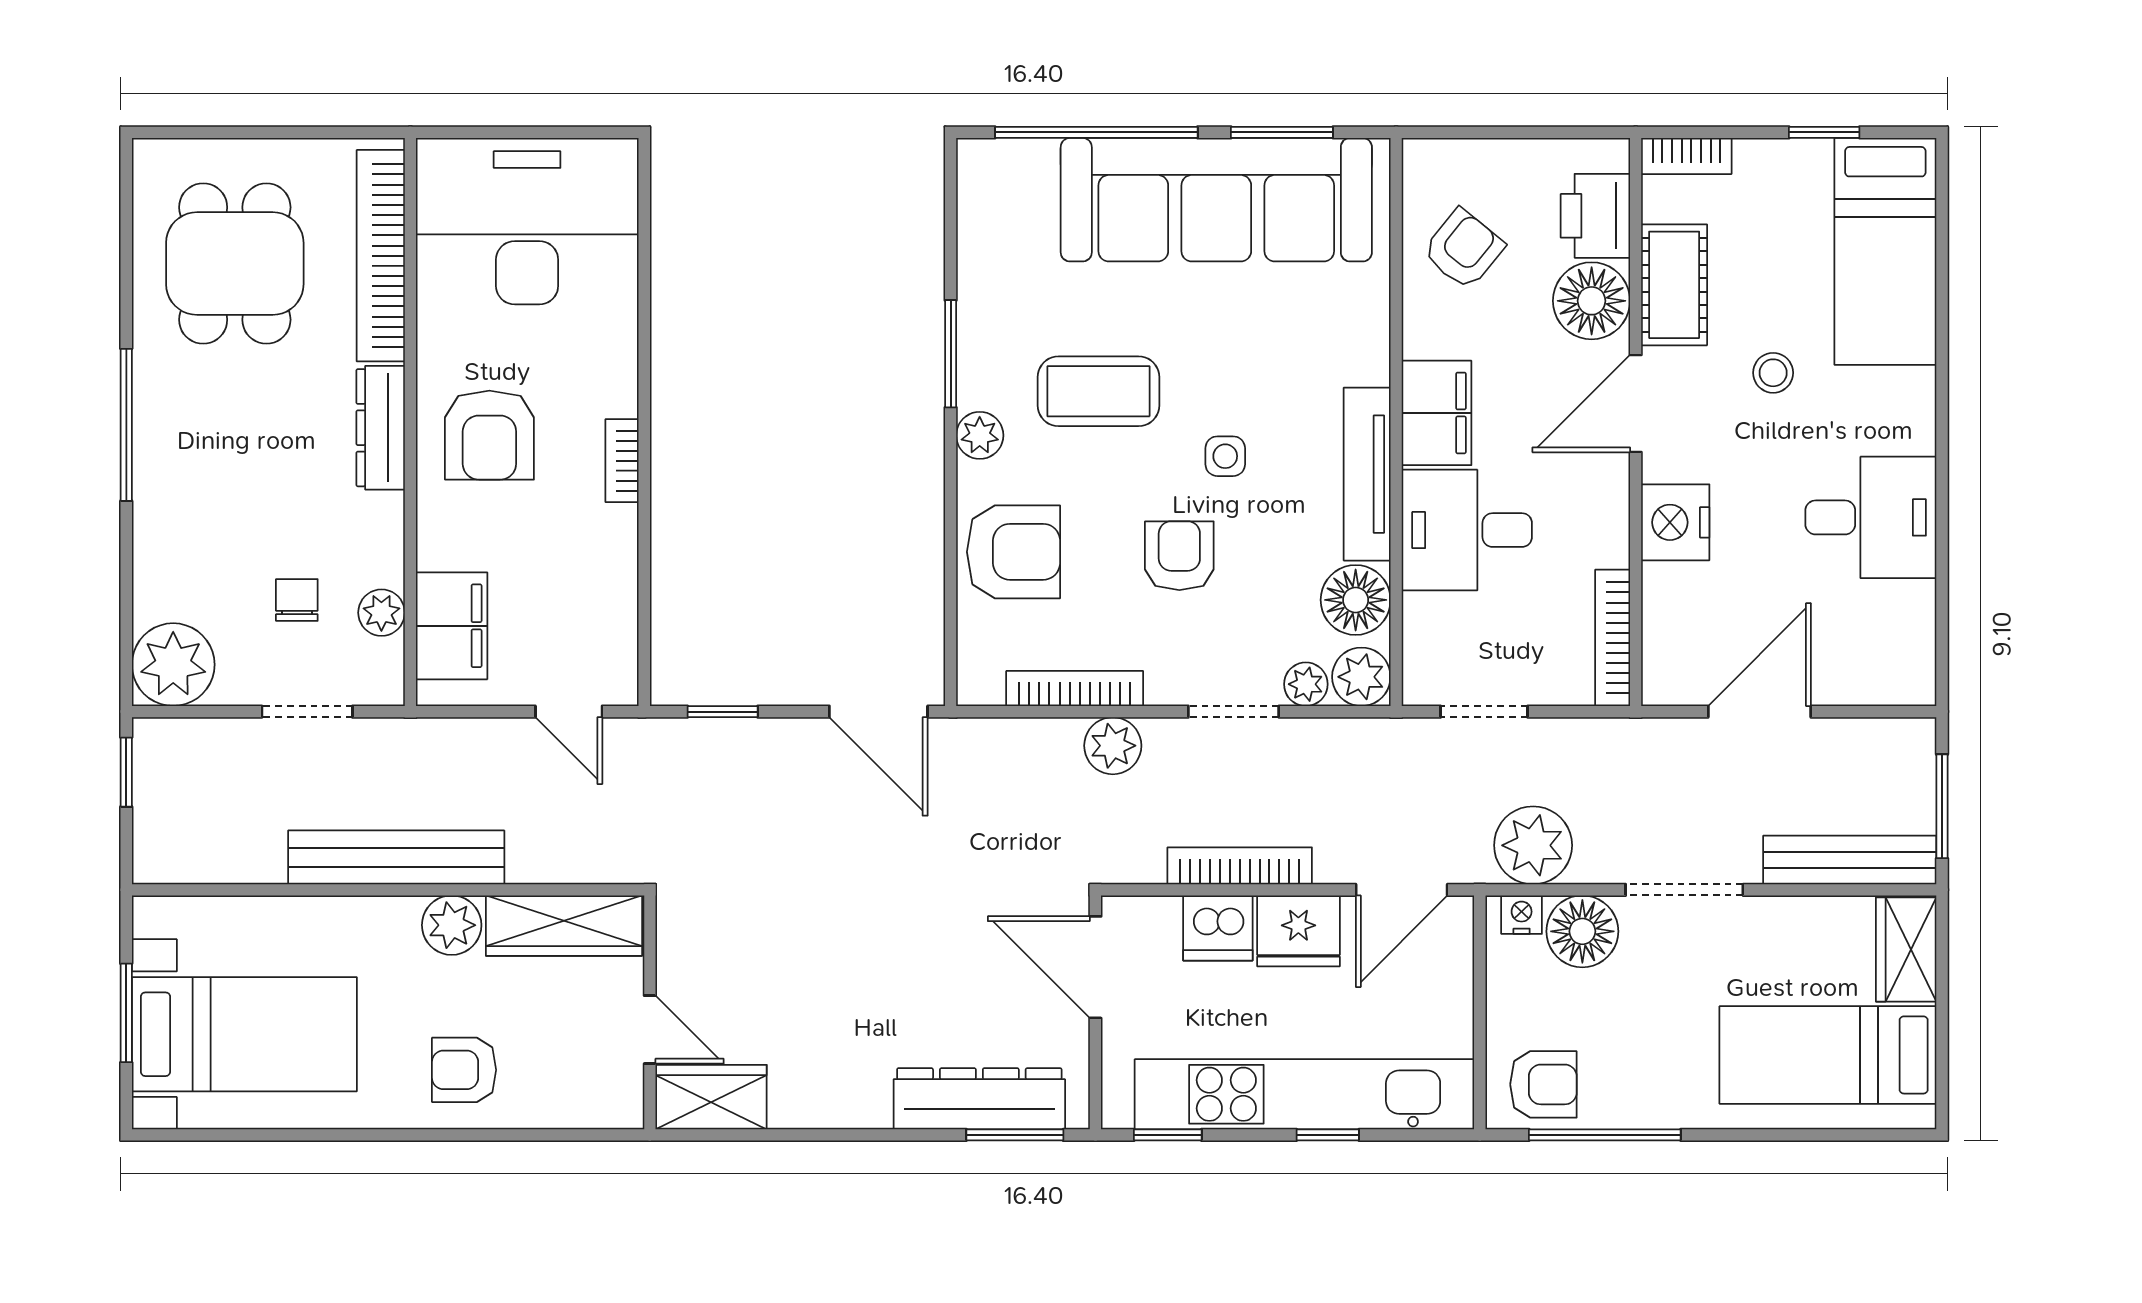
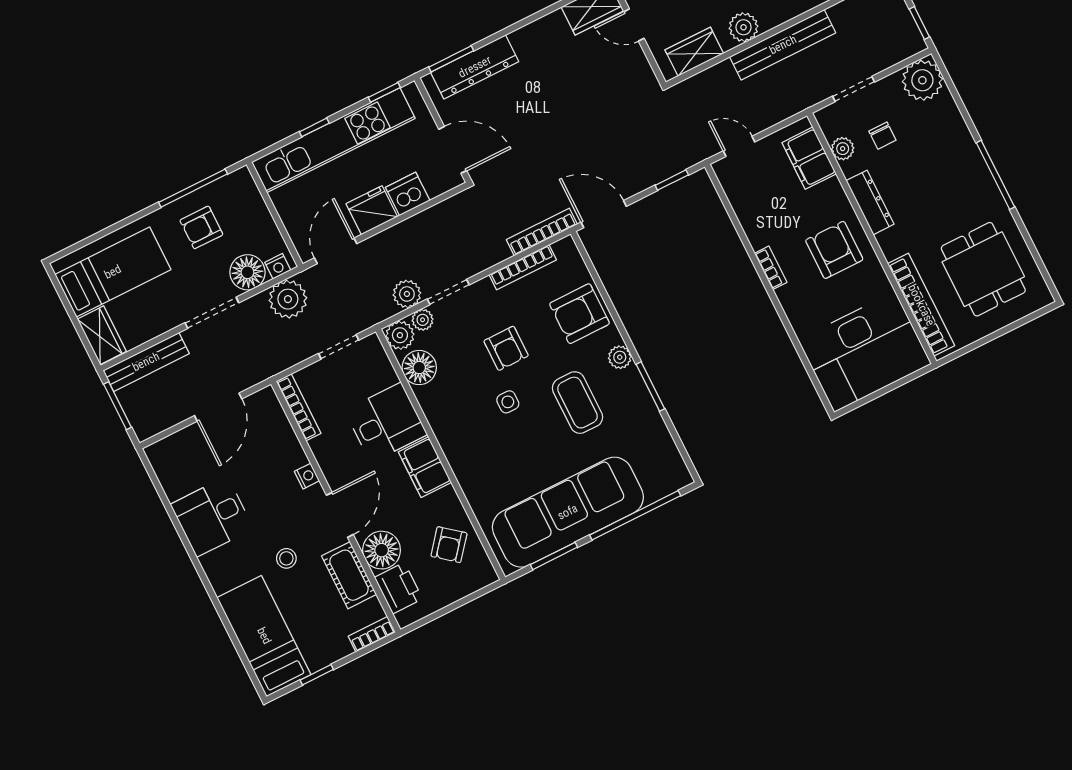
coffee table: (1098, 391) -> (577, 403), turned 90
dresser: (381, 428) -> (870, 202), moved
tv unit: (1367, 474) -> (442, 425), removed
nightstand: (1675, 522) -> (307, 476), width x0.53, depth x0.56
plant: (1113, 746) -> (407, 294), moved
bookcase: (1240, 866) -> (542, 232), moved, turned 180
wardrobe: (564, 926) -> (694, 52), width x0.67
armchair: (1543, 1084) -> (201, 227), moved

